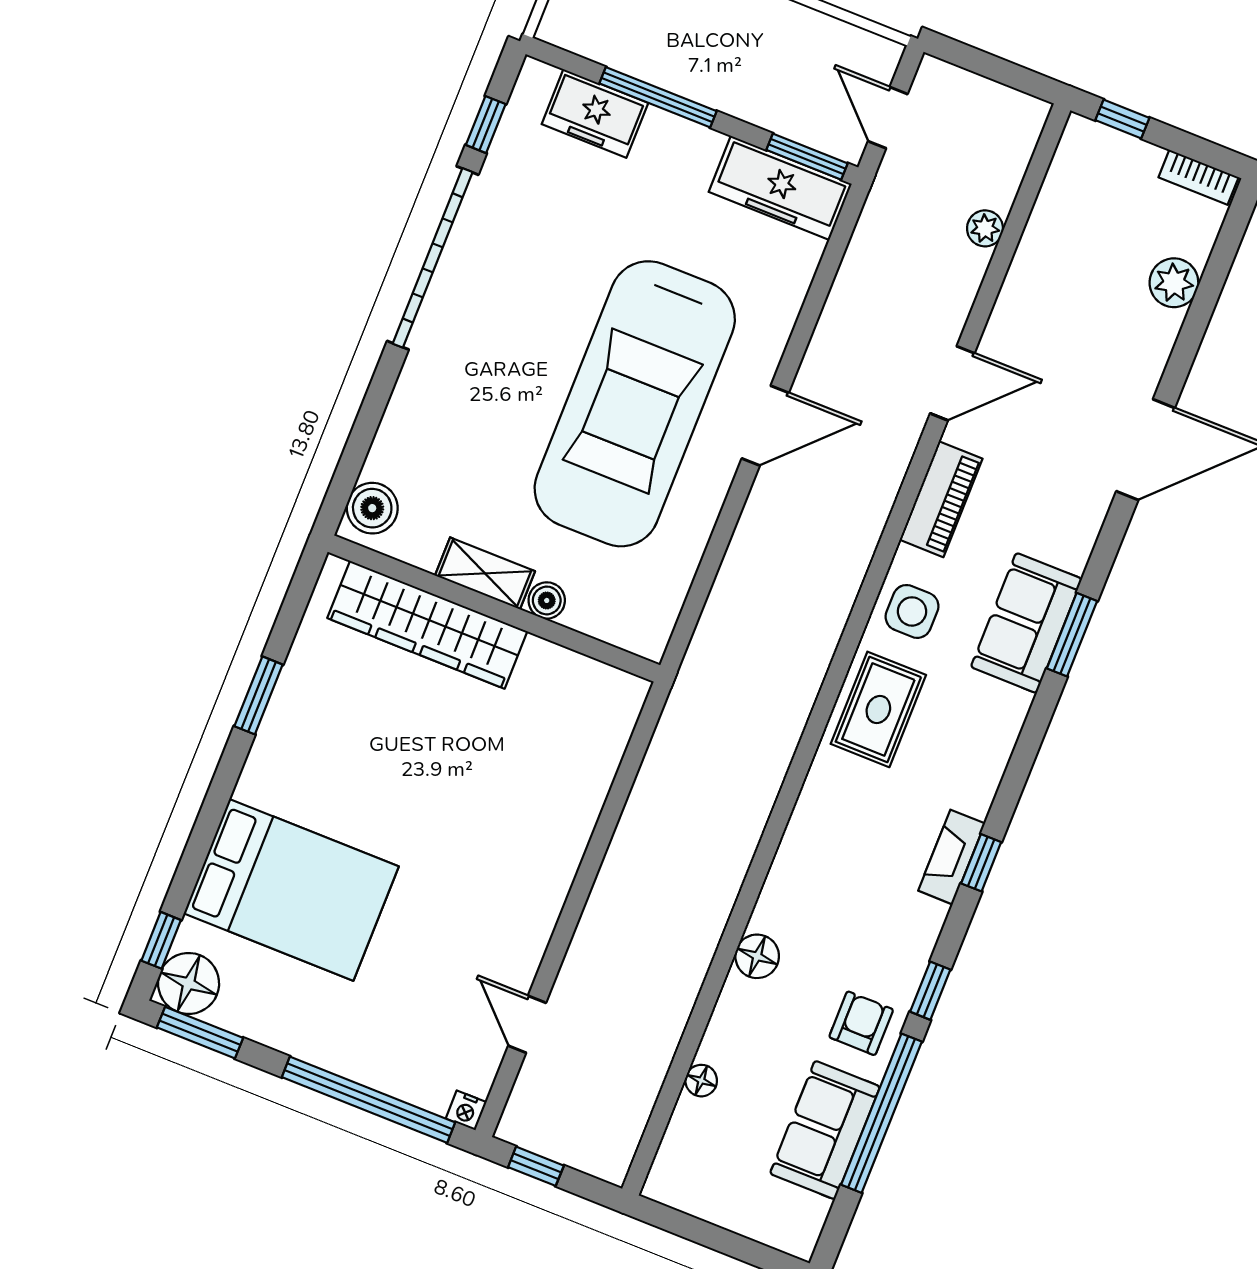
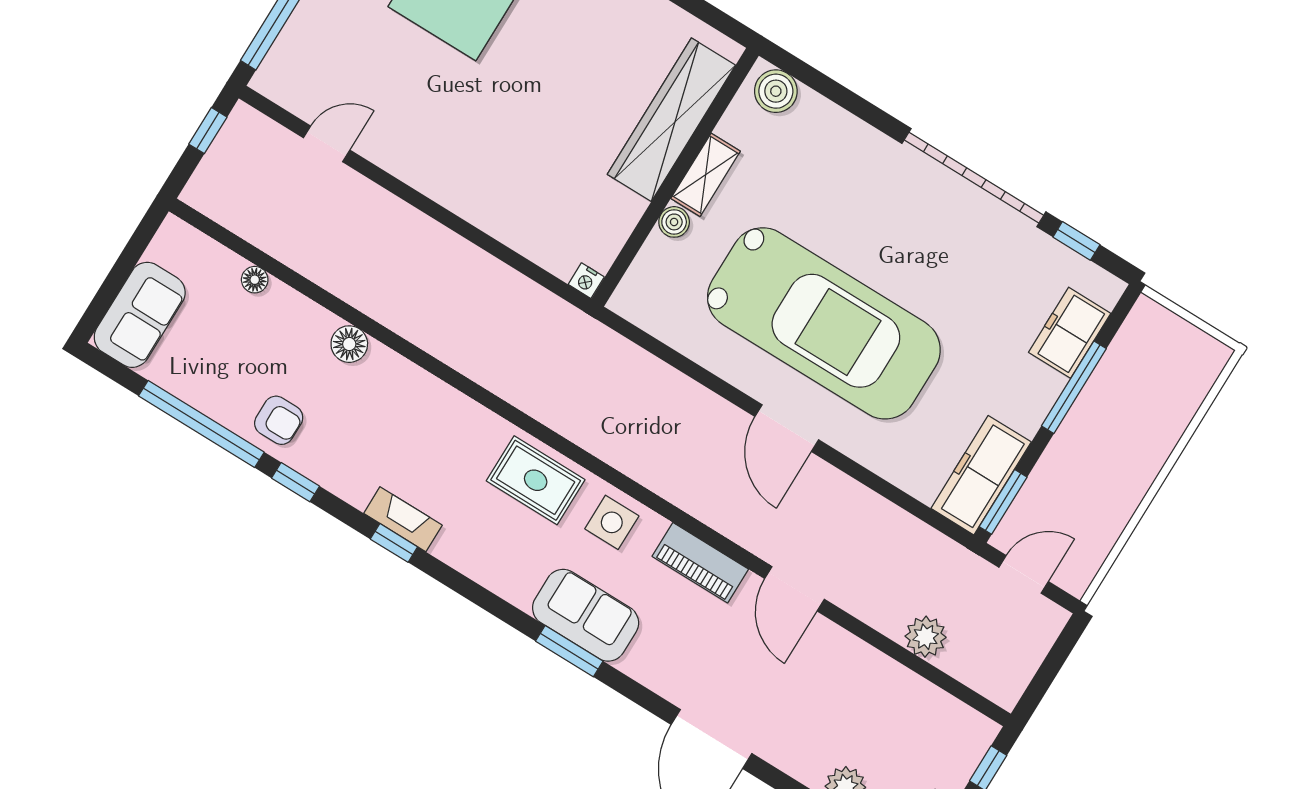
plant: (985, 228) -> (926, 637), width x1.38, depth x1.38
car: (635, 404) -> (824, 323), turned 180
nightstand: (466, 1110) -> (586, 281), moved, turned -90
sofa: (825, 1130) -> (140, 315), moved, turned 90

